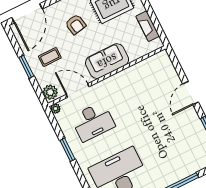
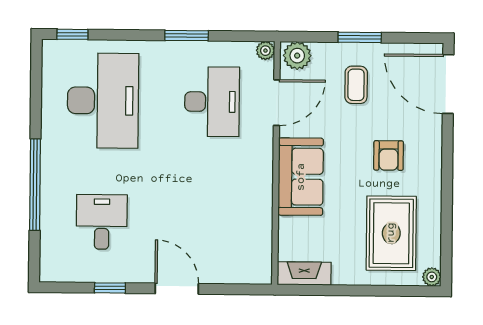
armchair: (76, 24) -> (389, 156), turned -79
fireplace: (148, 26) -> (304, 273), moved
desk: (93, 122) -> (212, 102), turned 180
desk: (177, 145) -> (102, 222), added

